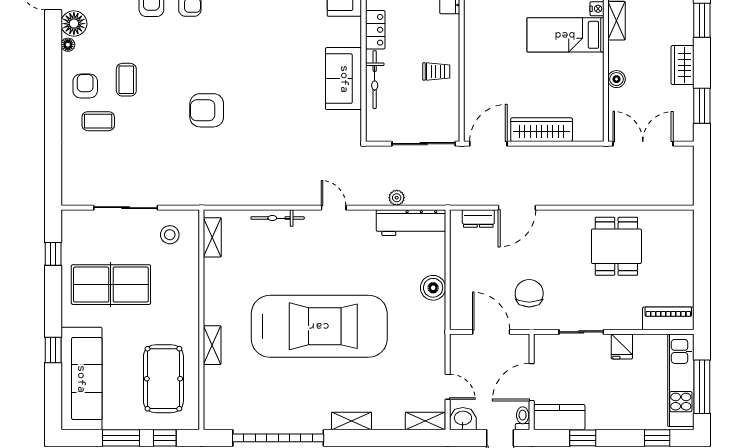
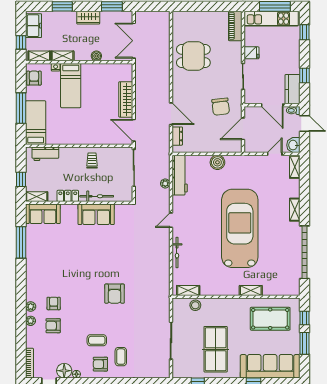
stool: (170, 235) -> (195, 305), moved
chair: (529, 293) -> (221, 107), turned -97

